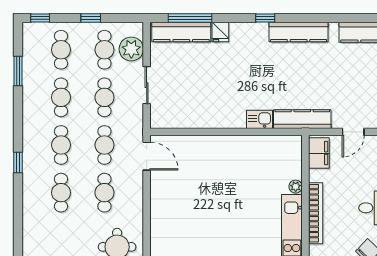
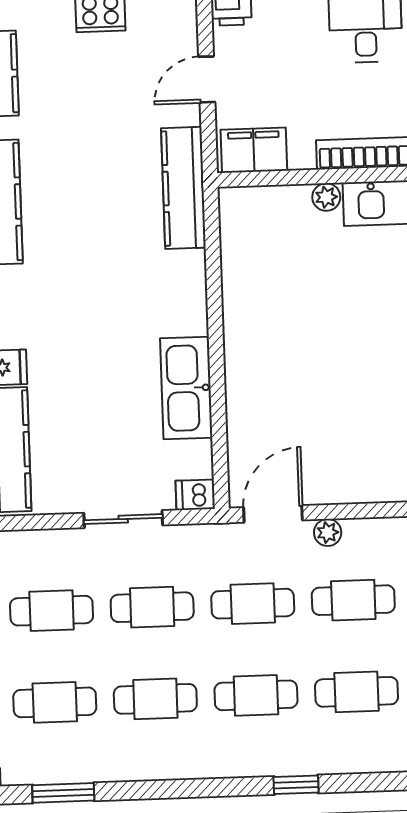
plant: (131, 49) -> (328, 532), moved, width x0.53, depth x0.53
window: (18, 71) -> (63, 793), moved
kitchen sink: (260, 119) -> (186, 388), moved, width x1.88, depth x1.24
dishwasher: (157, 120) -> (195, 495), added
door: (353, 132) -> (207, 79), swing flipped

